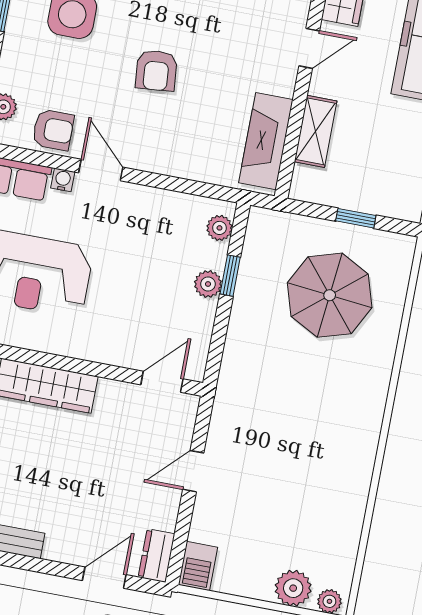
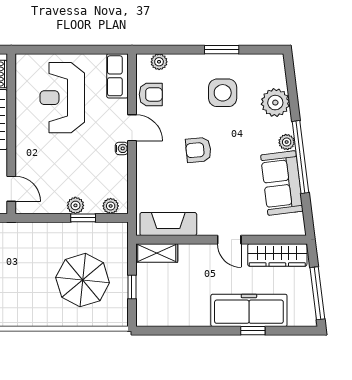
armchair: (53, 130) -> (151, 94), turned -90
shelving: (316, 131) -> (157, 253), moved
door: (101, 170) -> (132, 128), hinge flipped
water cooler: (63, 180) -> (122, 148), moved

